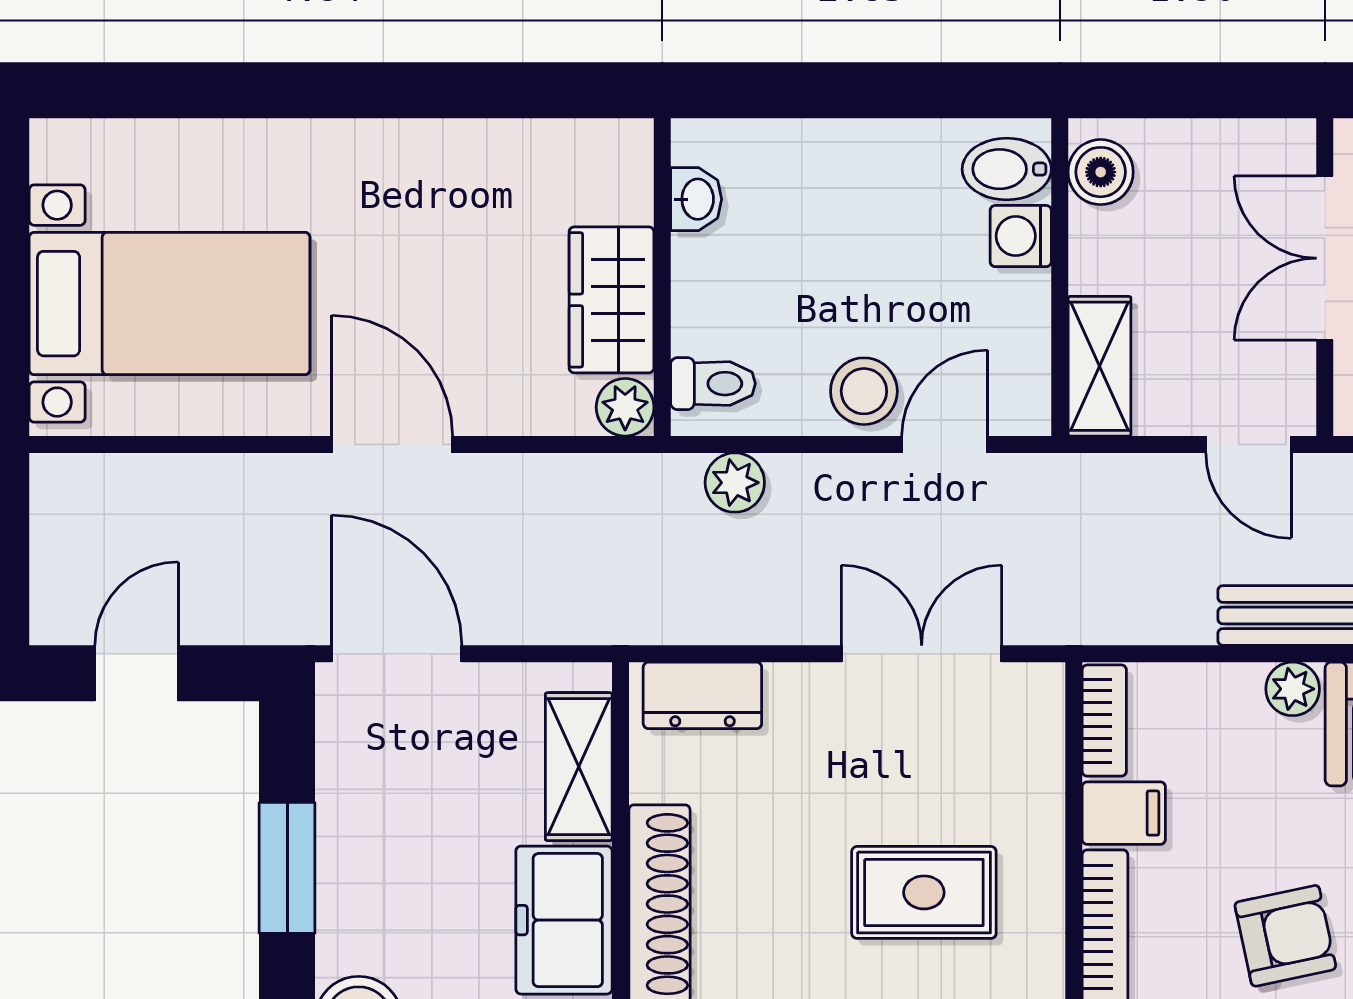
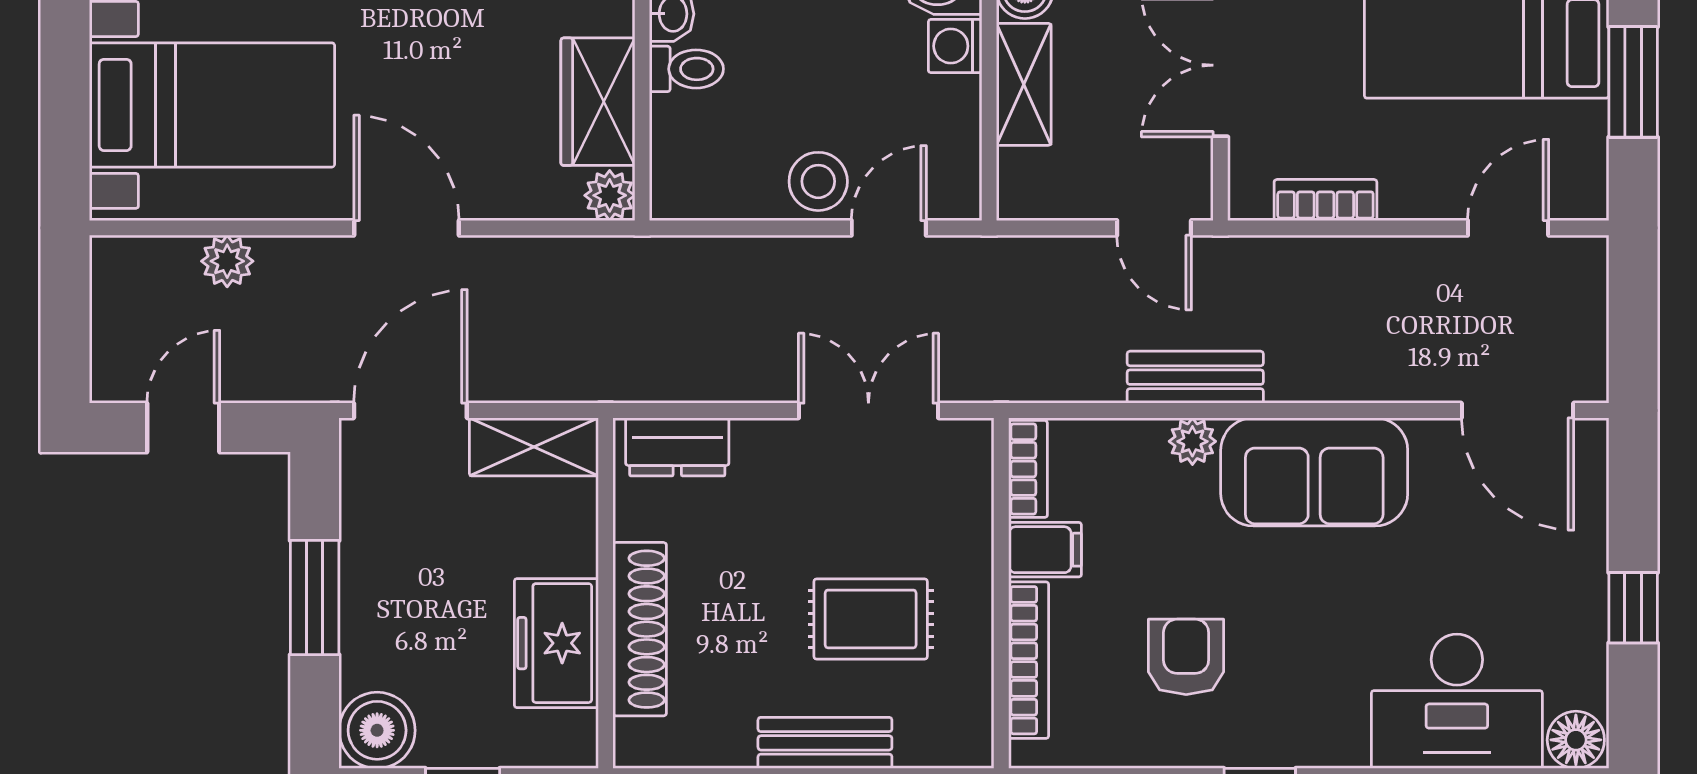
shelving: (1099, 366) -> (1024, 84), moved
toilet: (713, 384) -> (686, 69), moved
plant: (735, 483) -> (227, 261), moved
door: (397, 654) -> (410, 411), hinge flipped
shelving: (579, 767) -> (534, 447), moved, turned 90
armchair: (1285, 936) -> (1186, 657), turned -78

